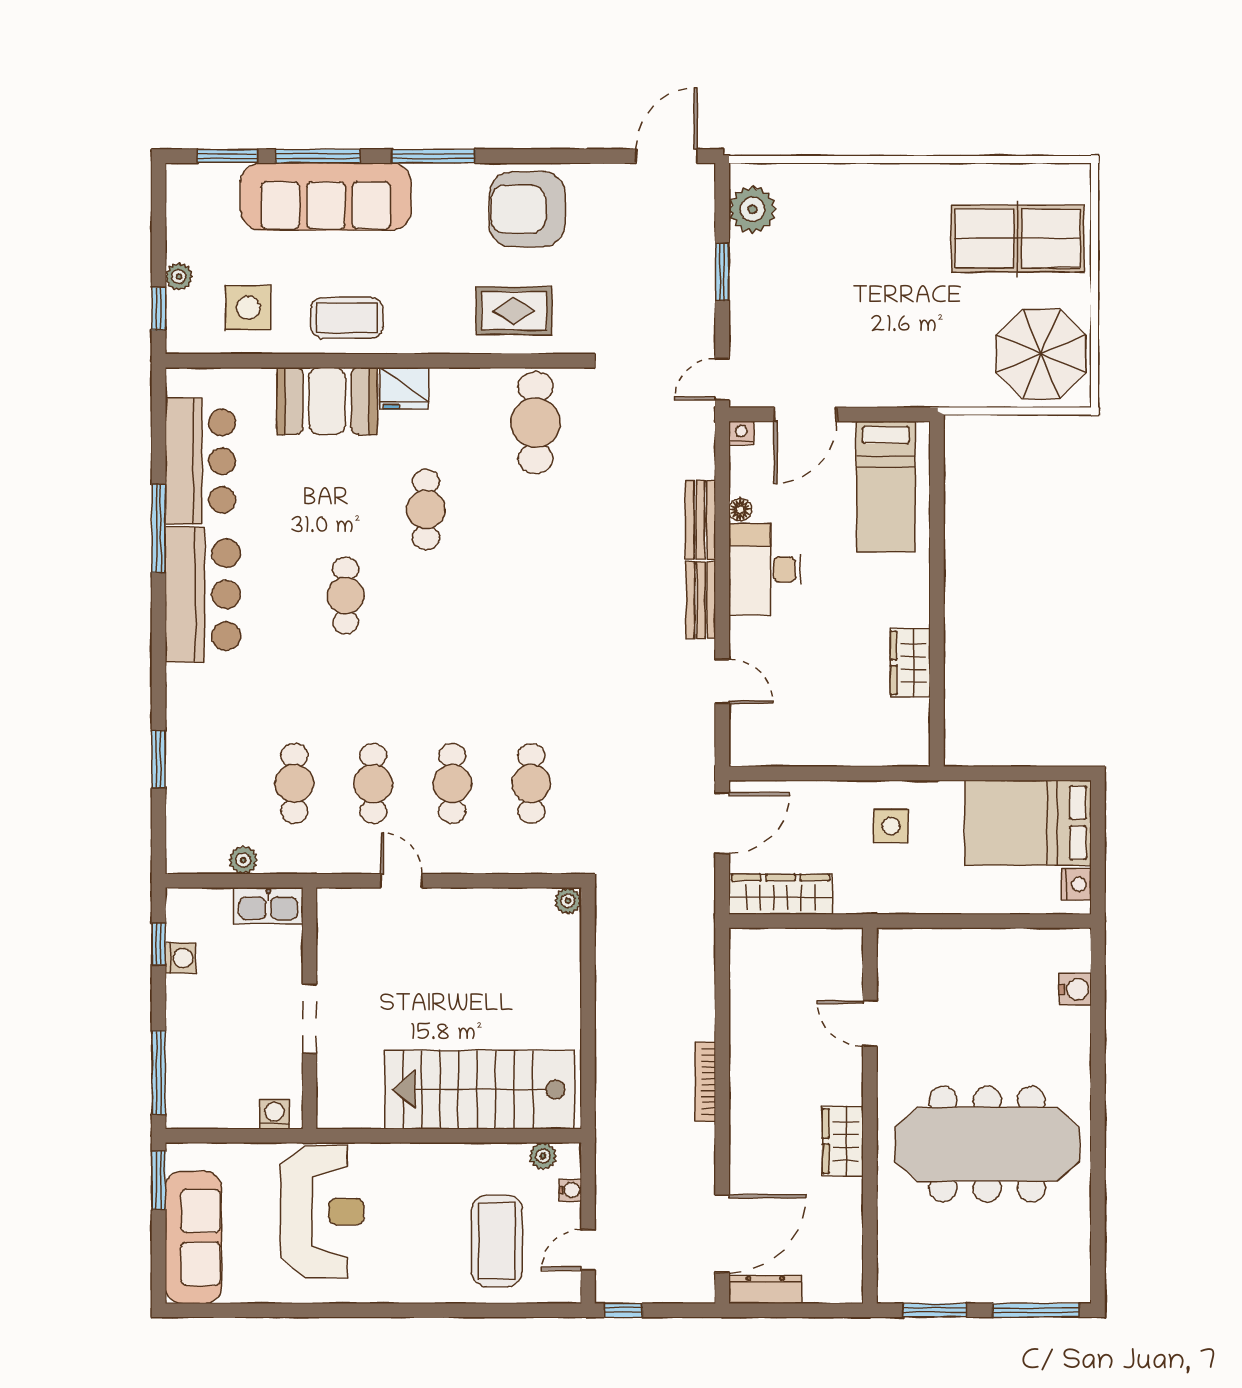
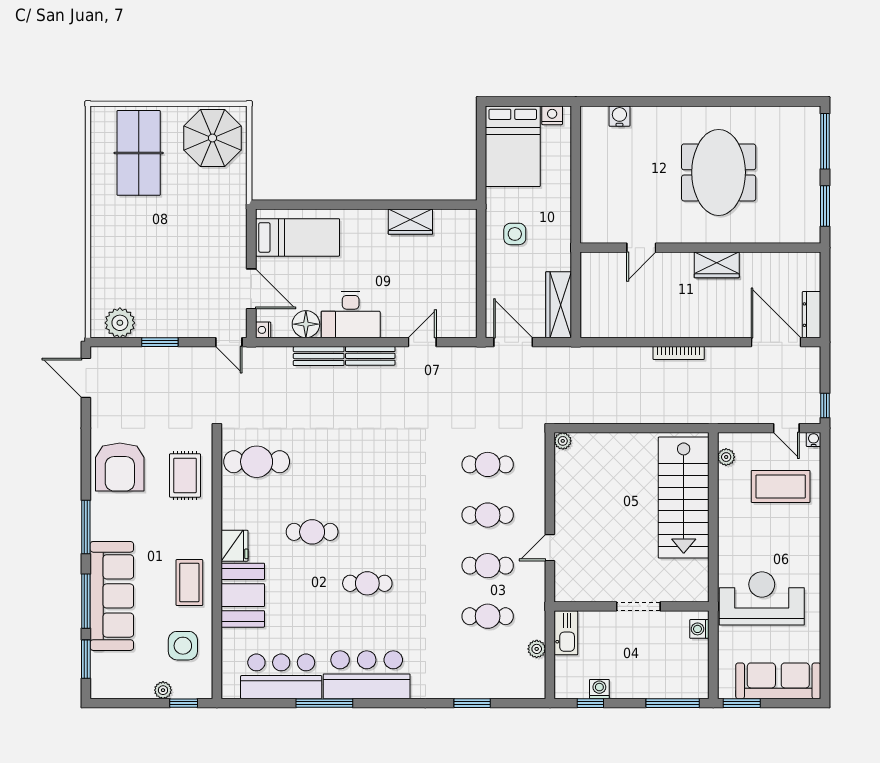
floor lamp: (740, 510) -> (306, 324), width x1.89, depth x1.89
meeting table: (987, 1144) -> (719, 172), width x0.73
water cooler: (570, 1190) -> (814, 440), moved

